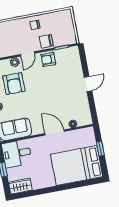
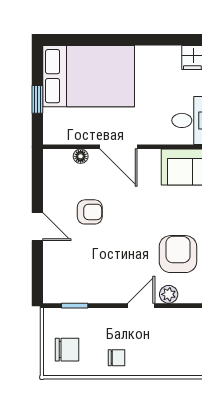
chair: (46, 41) -> (67, 350), moved
armchair: (48, 59) -> (90, 212), moved
door: (88, 84) -> (37, 227), swing flipped

